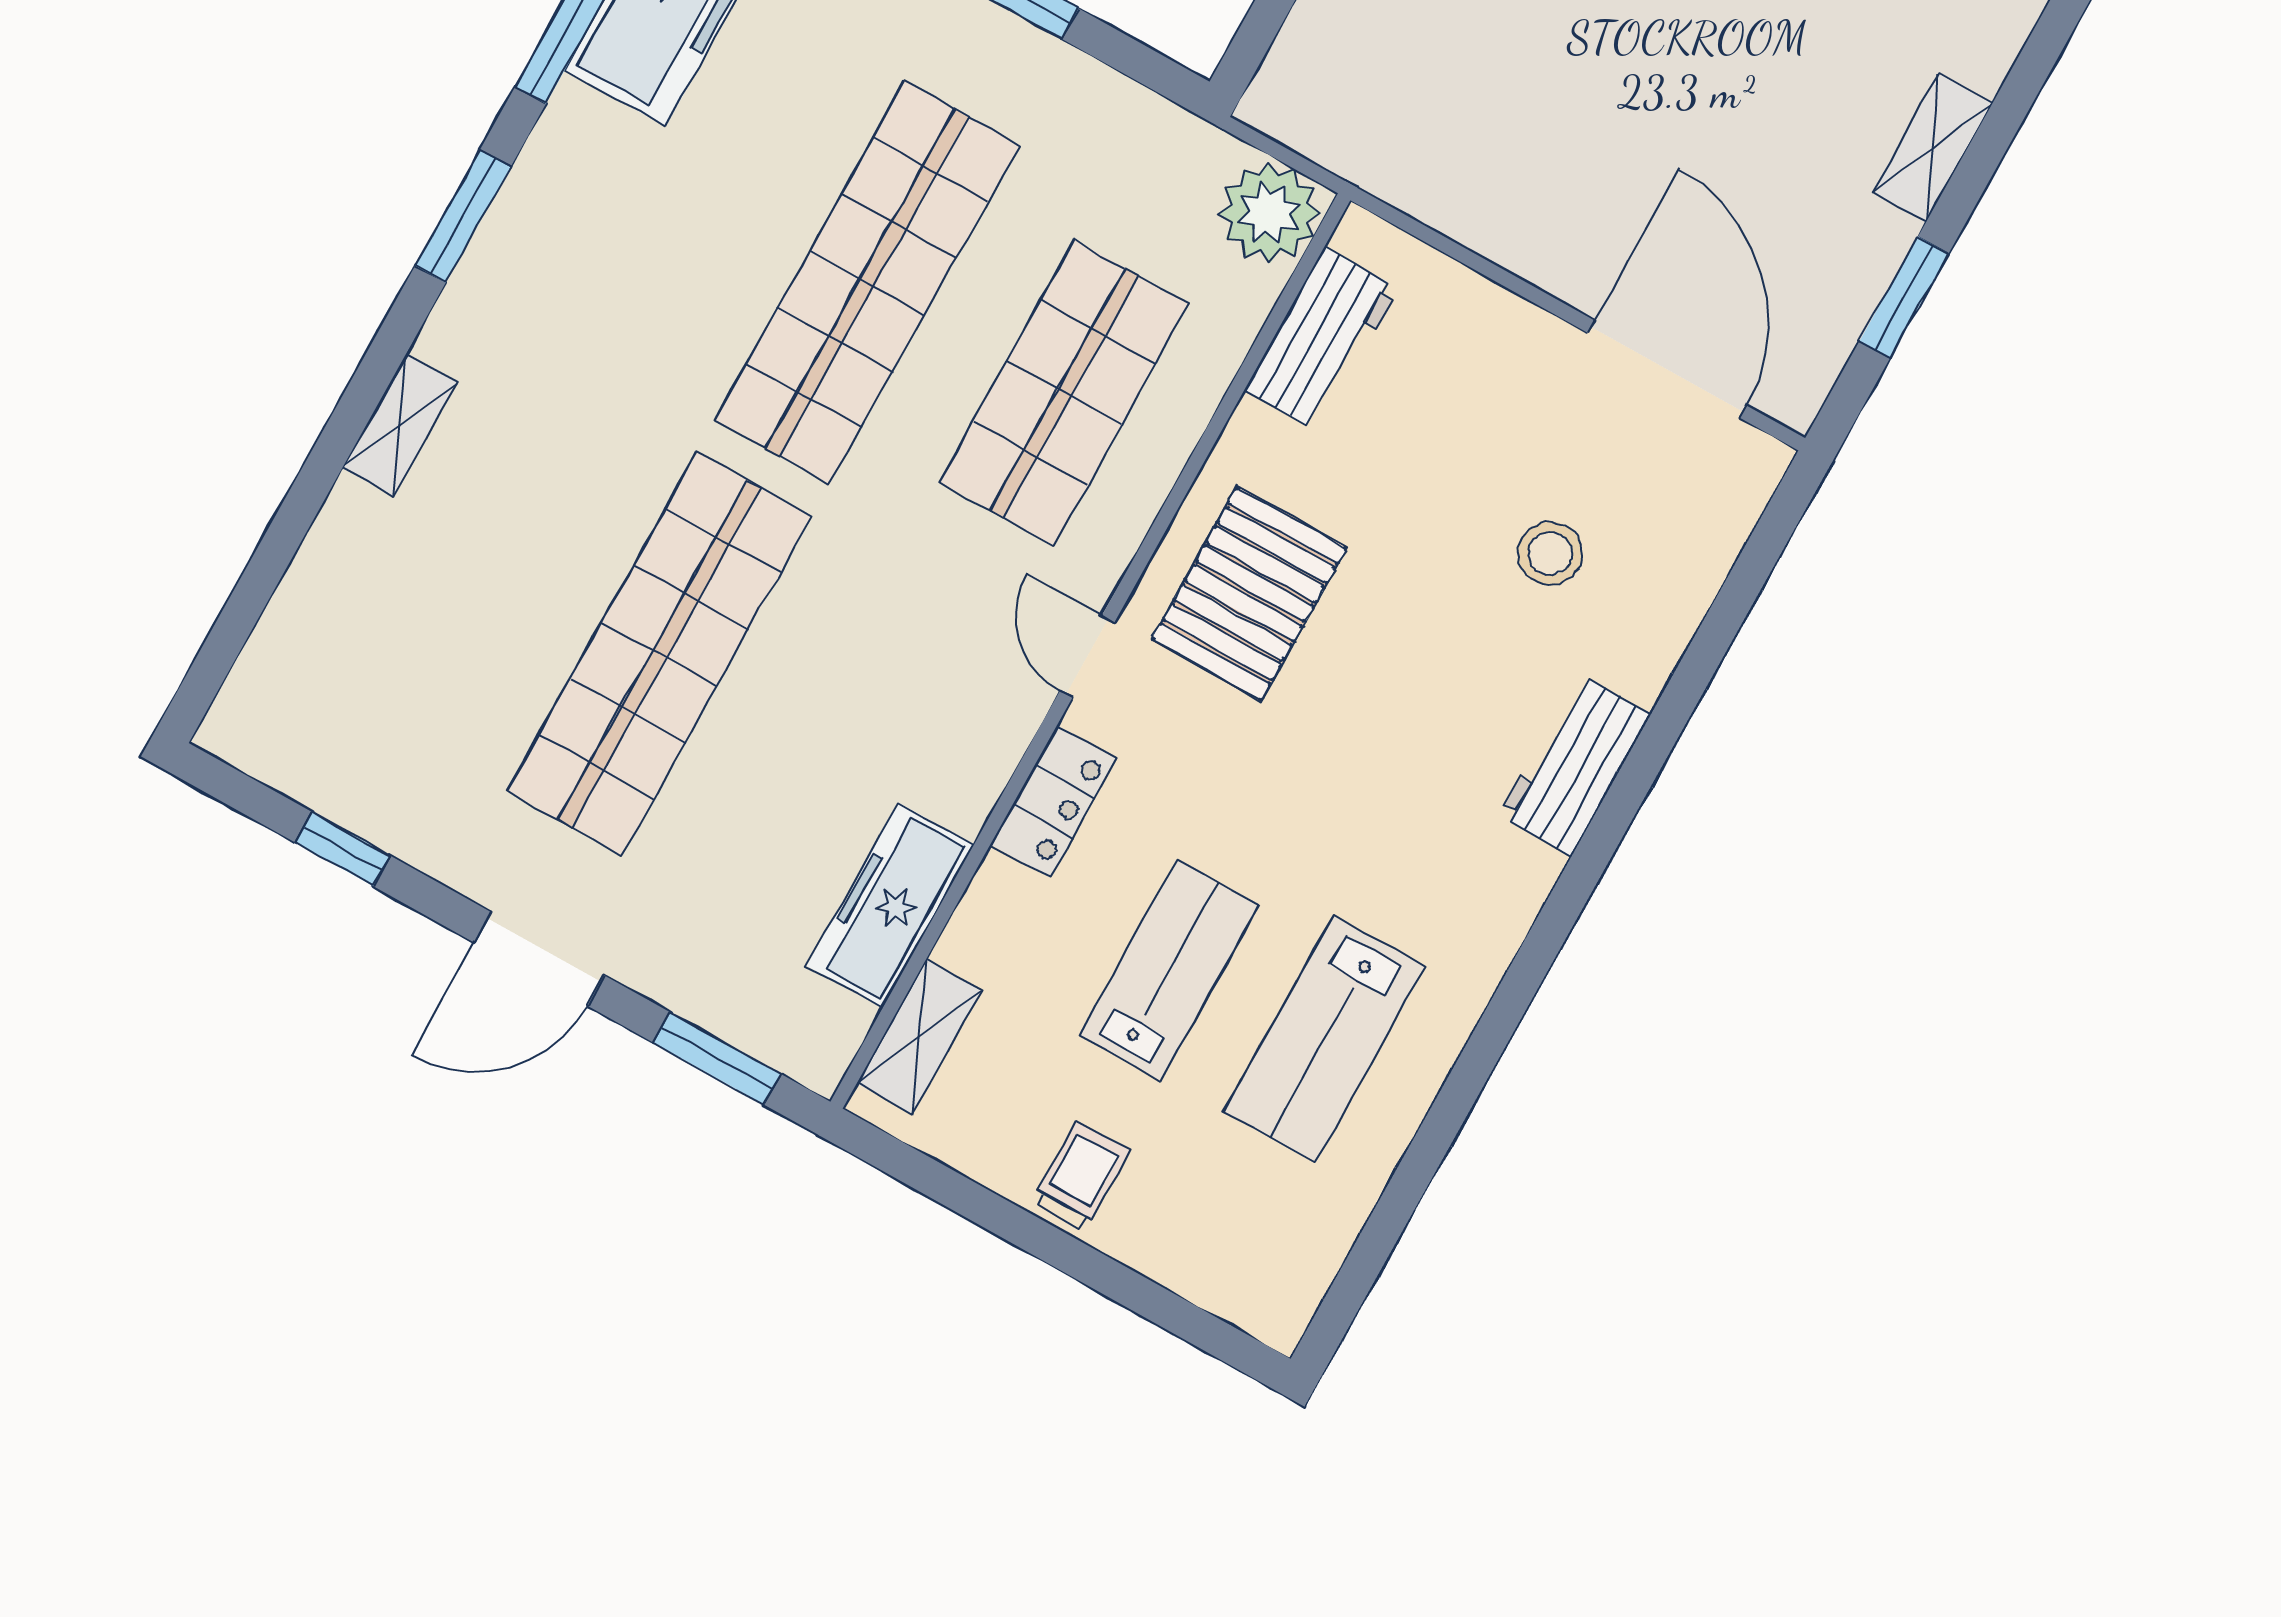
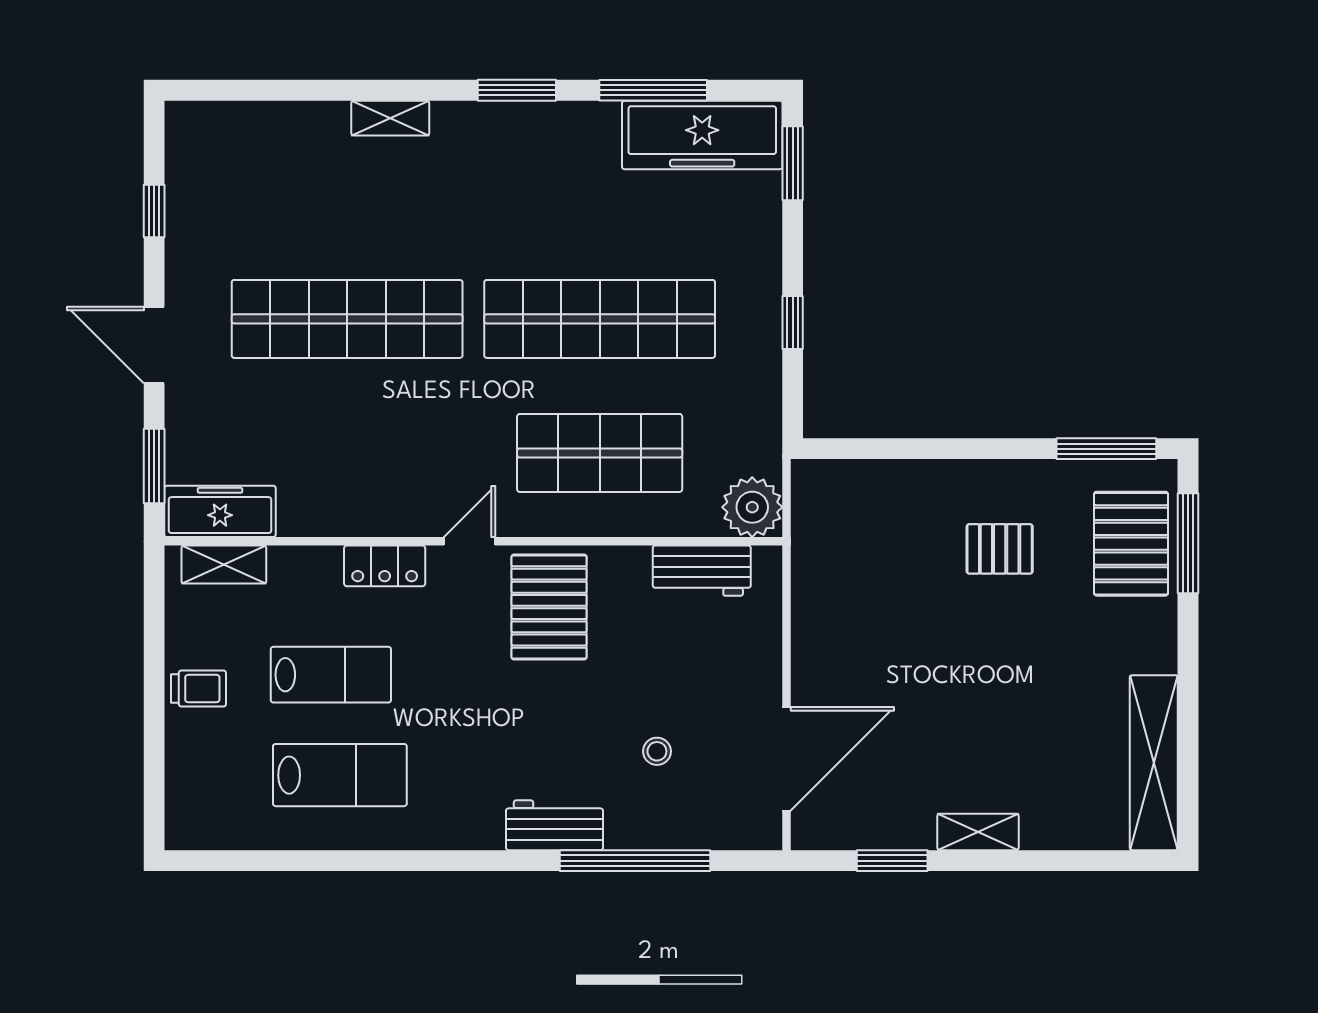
stool: (1550, 554) -> (657, 751), width x0.73, depth x0.73
pallet: (1249, 594) -> (549, 607), turned 90
window: (1693, 676) -> (635, 861), added
freezer: (890, 905) -> (220, 511), moved
lab bench: (1324, 1039) -> (340, 775), turned 180

